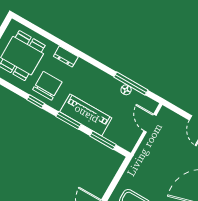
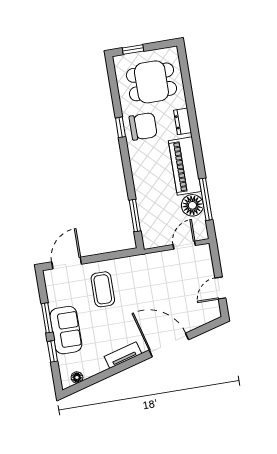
floor lamp: (126, 90) -> (192, 205), width x1.89, depth x1.89
piano: (86, 115) -> (185, 166), moved, turned 180
window: (68, 120) -> (127, 170), removed

